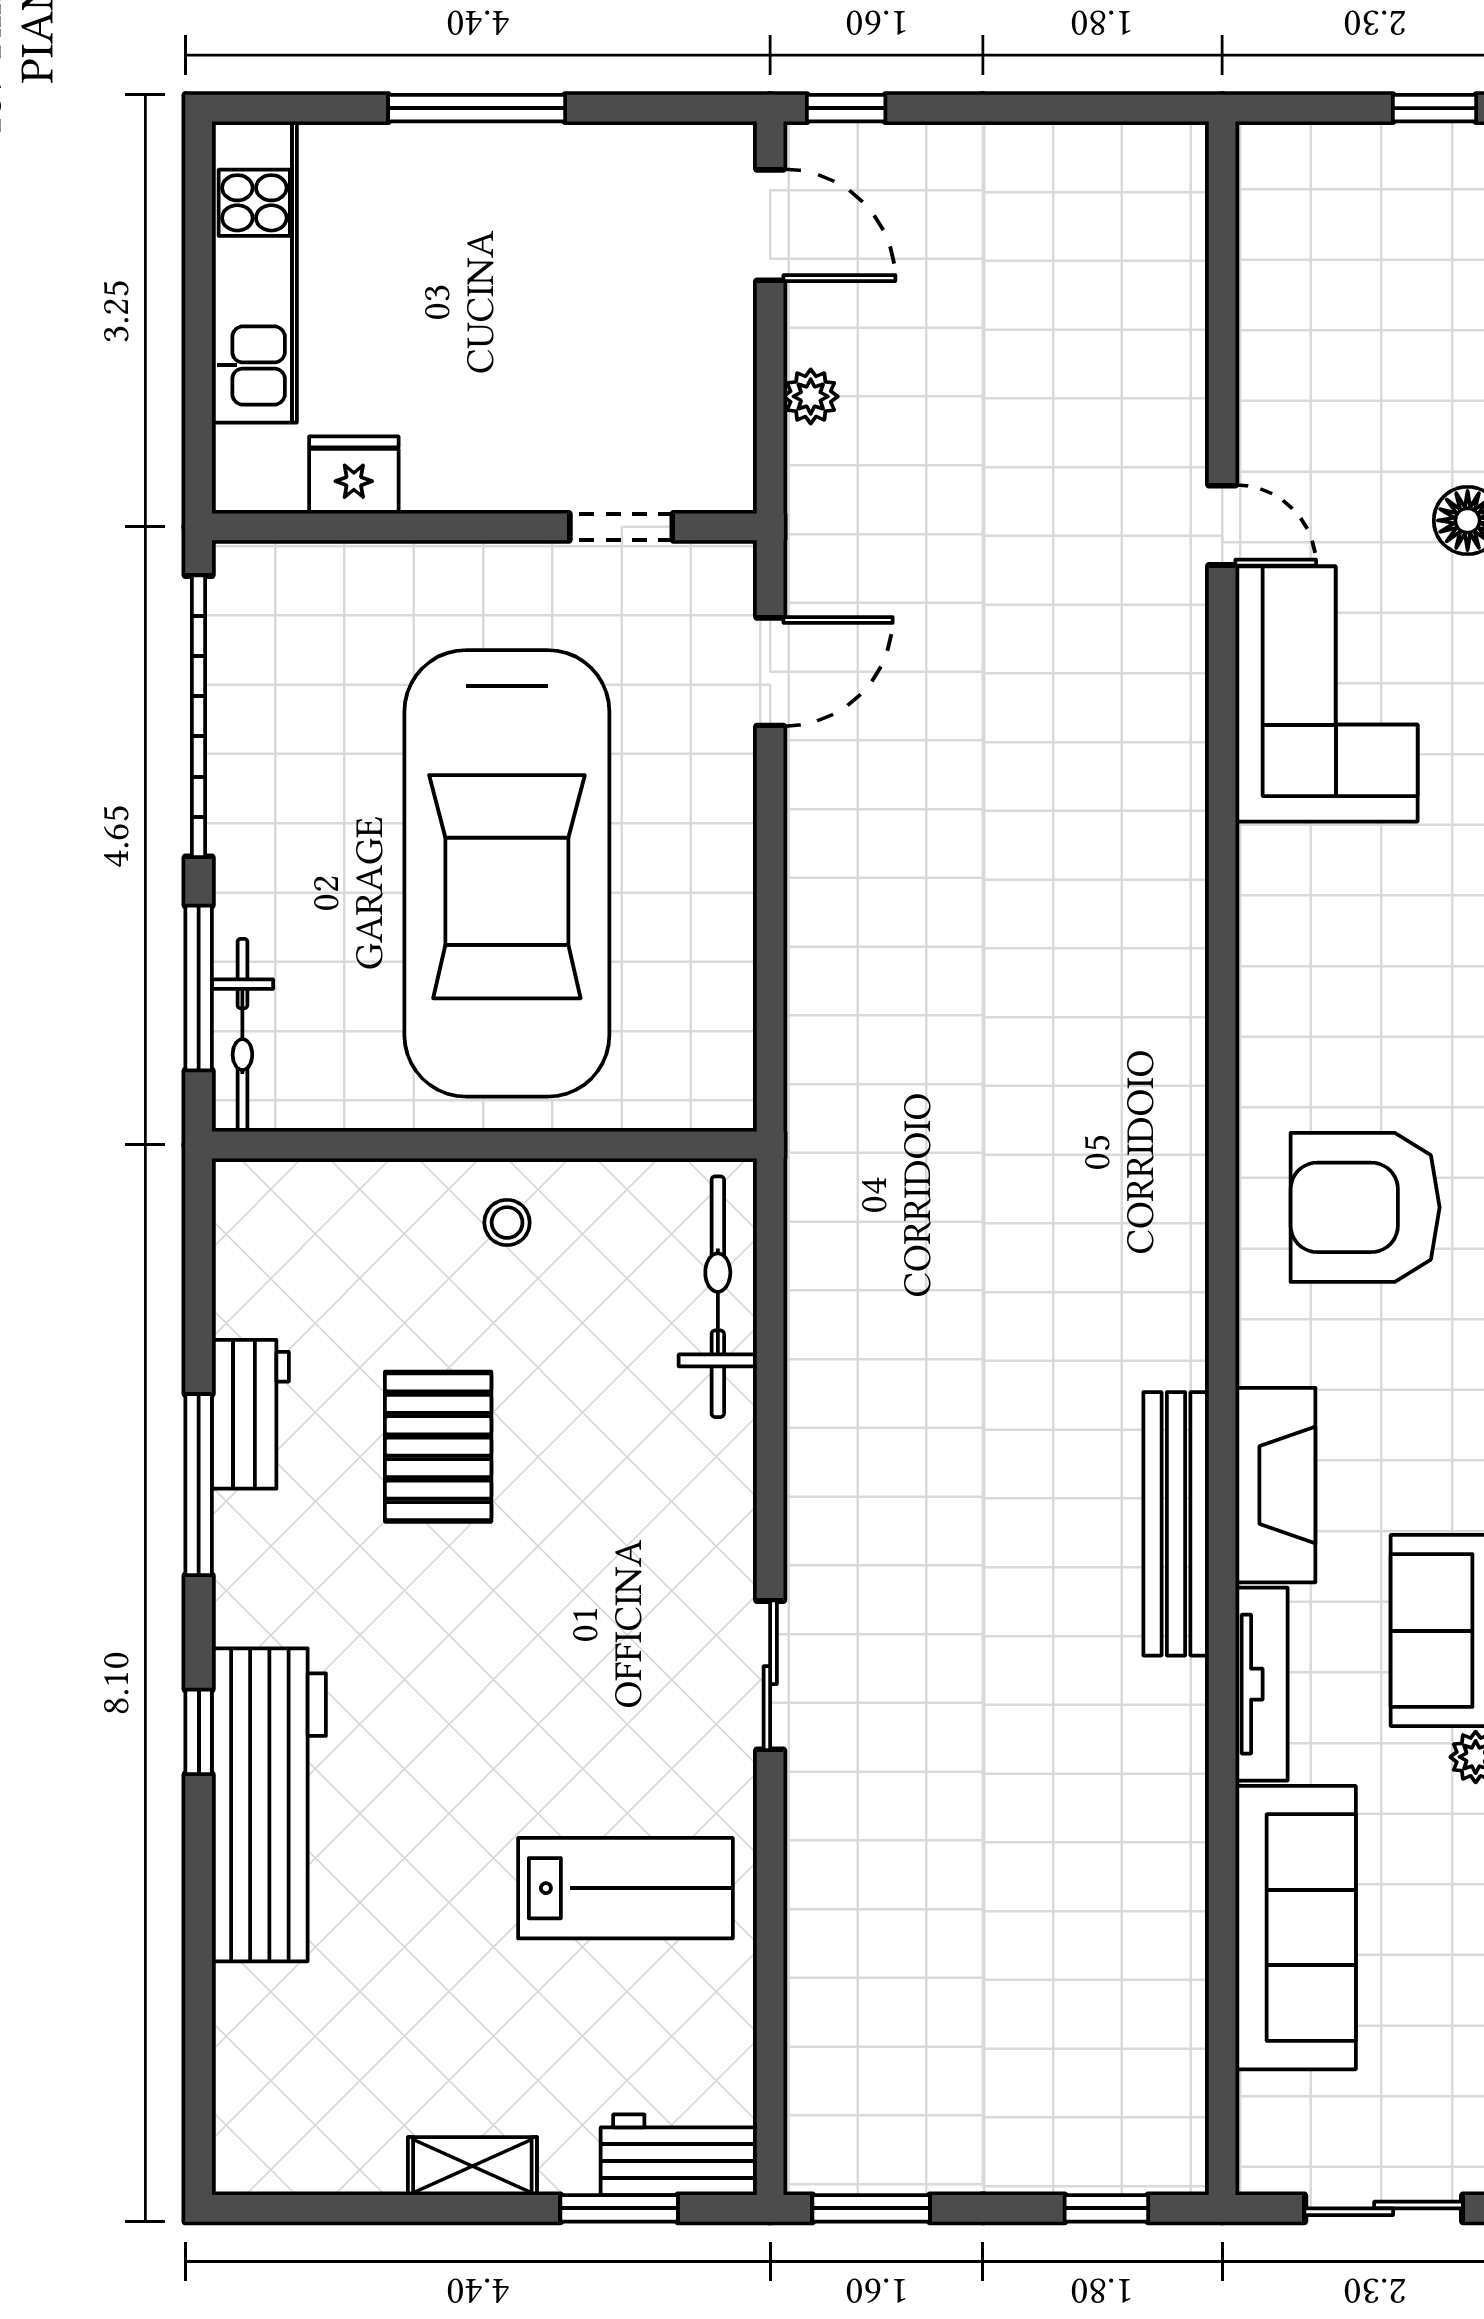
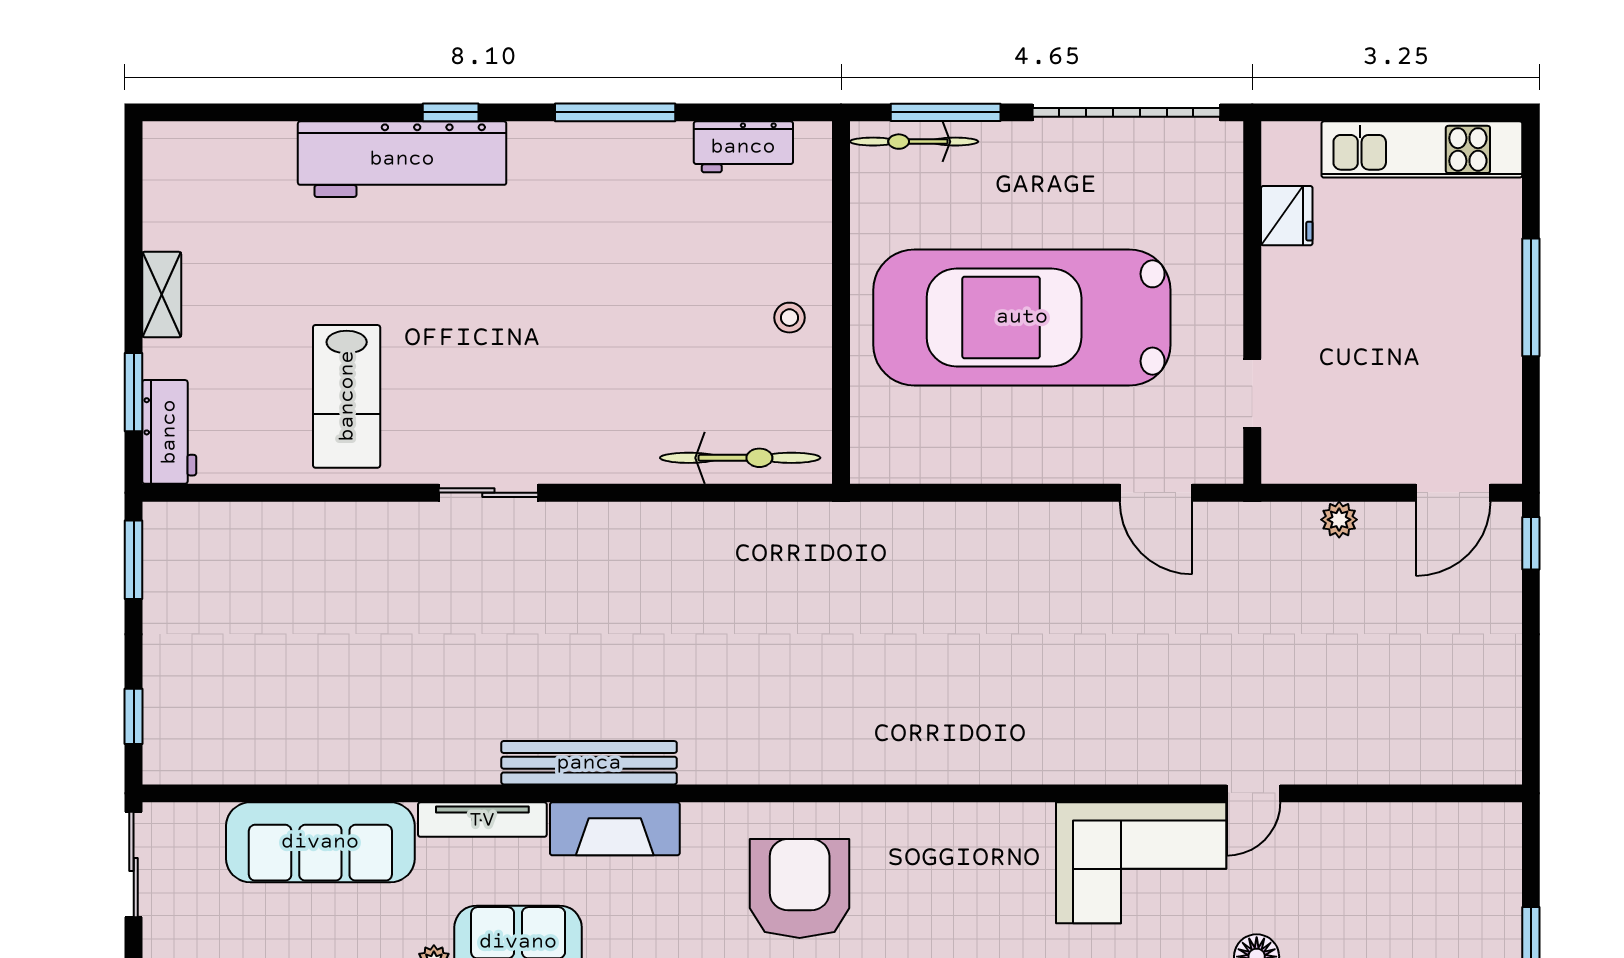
workbench: (250, 1414) -> (743, 147), moved
pallet: (438, 1447) -> (640, 272), removed
sliding door: (1384, 2208) -> (134, 864), moved

